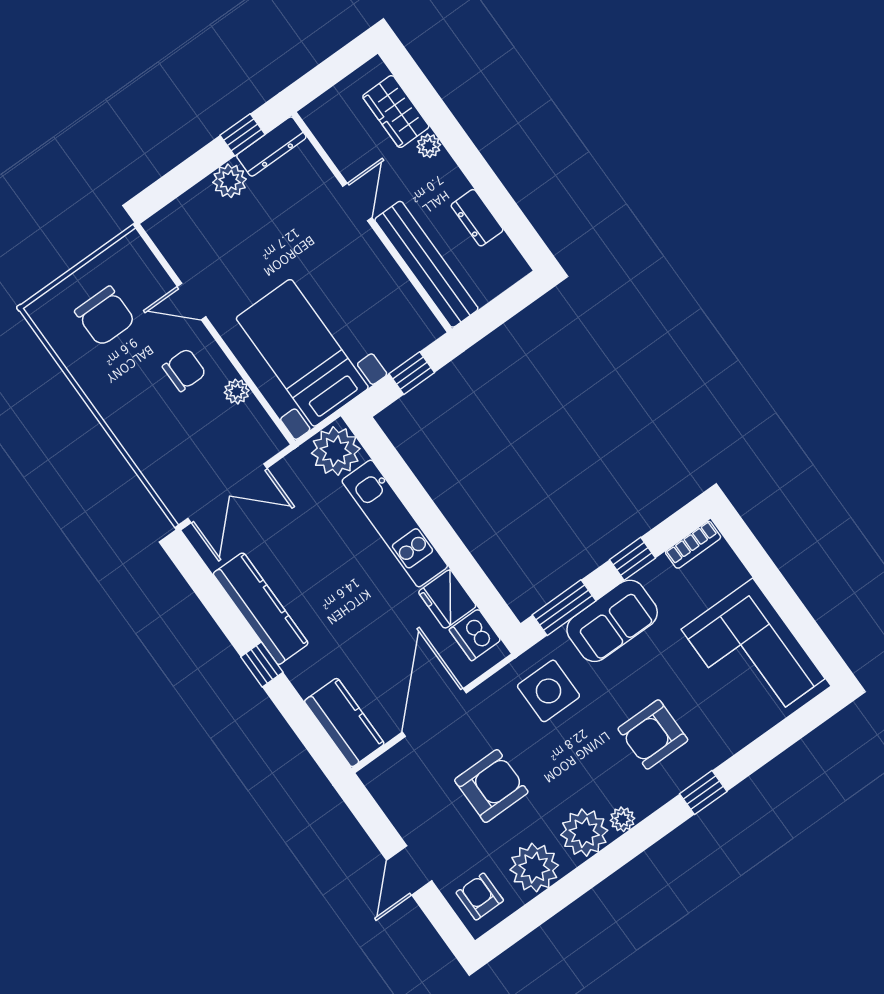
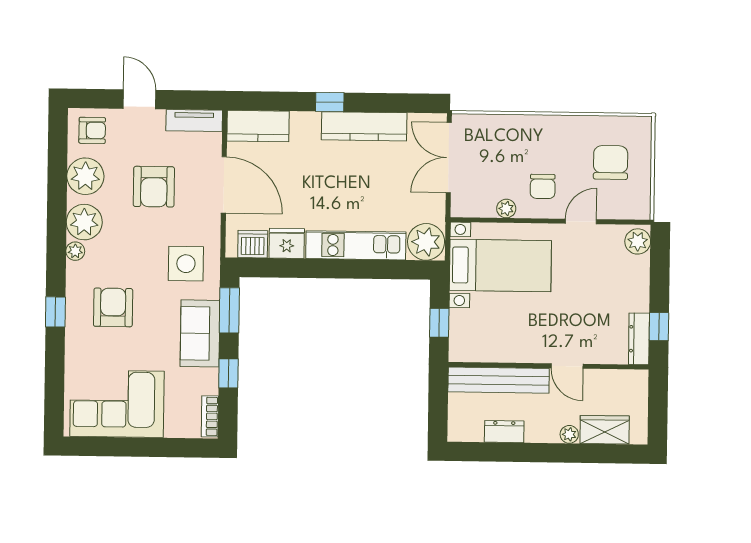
plant: (230, 181) -> (638, 241), moved
chair: (105, 316) -> (611, 162), turned 90
tv unit: (389, 795) -> (194, 120), added

